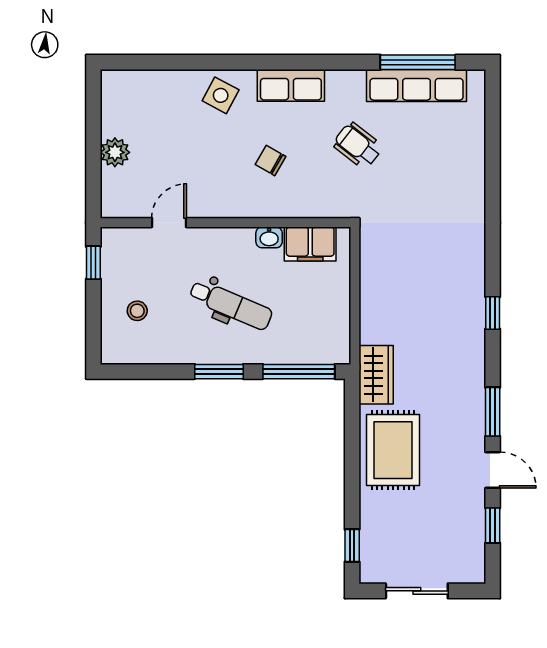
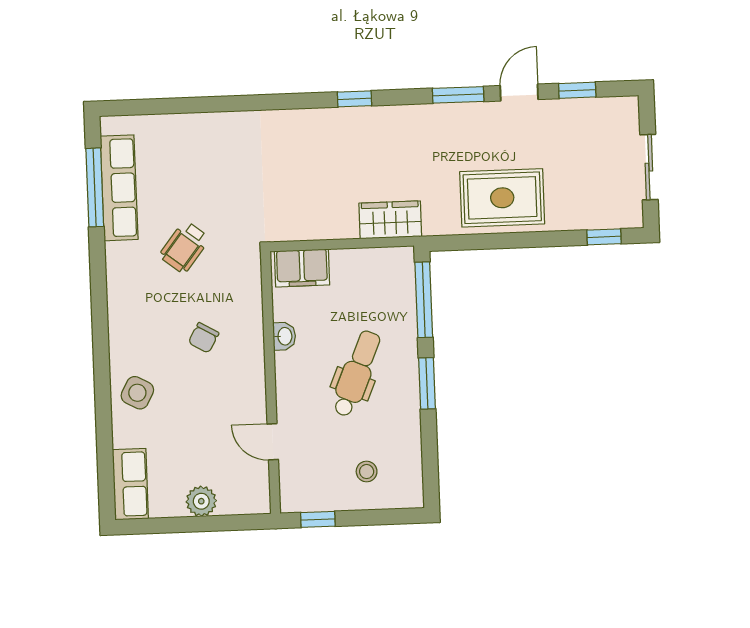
row of seats: (291, 85) -> (130, 484), moved
filing cabinet: (310, 244) -> (302, 268), moved, turned 90
wardrobe: (376, 375) -> (390, 220), moved

